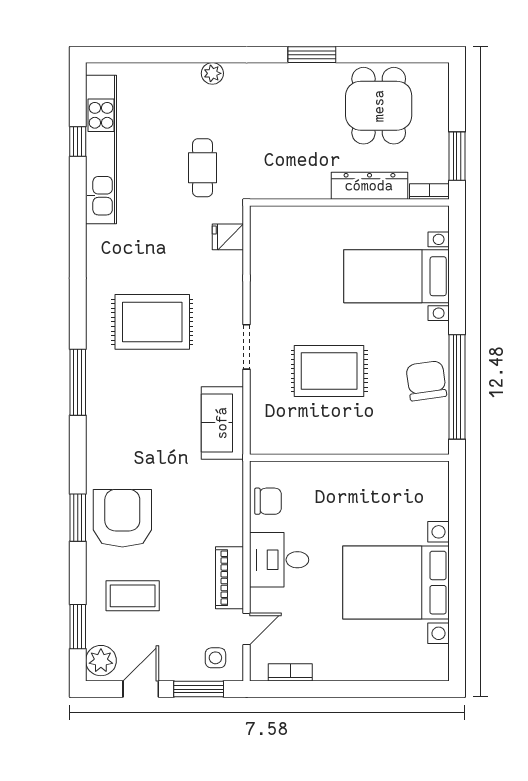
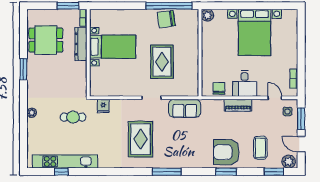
bed with nightstands: (397, 276) -> (113, 47), moved, turned -90
plant: (435, 475) -> (207, 15), added
piano: (230, 578) -> (238, 105), moved

